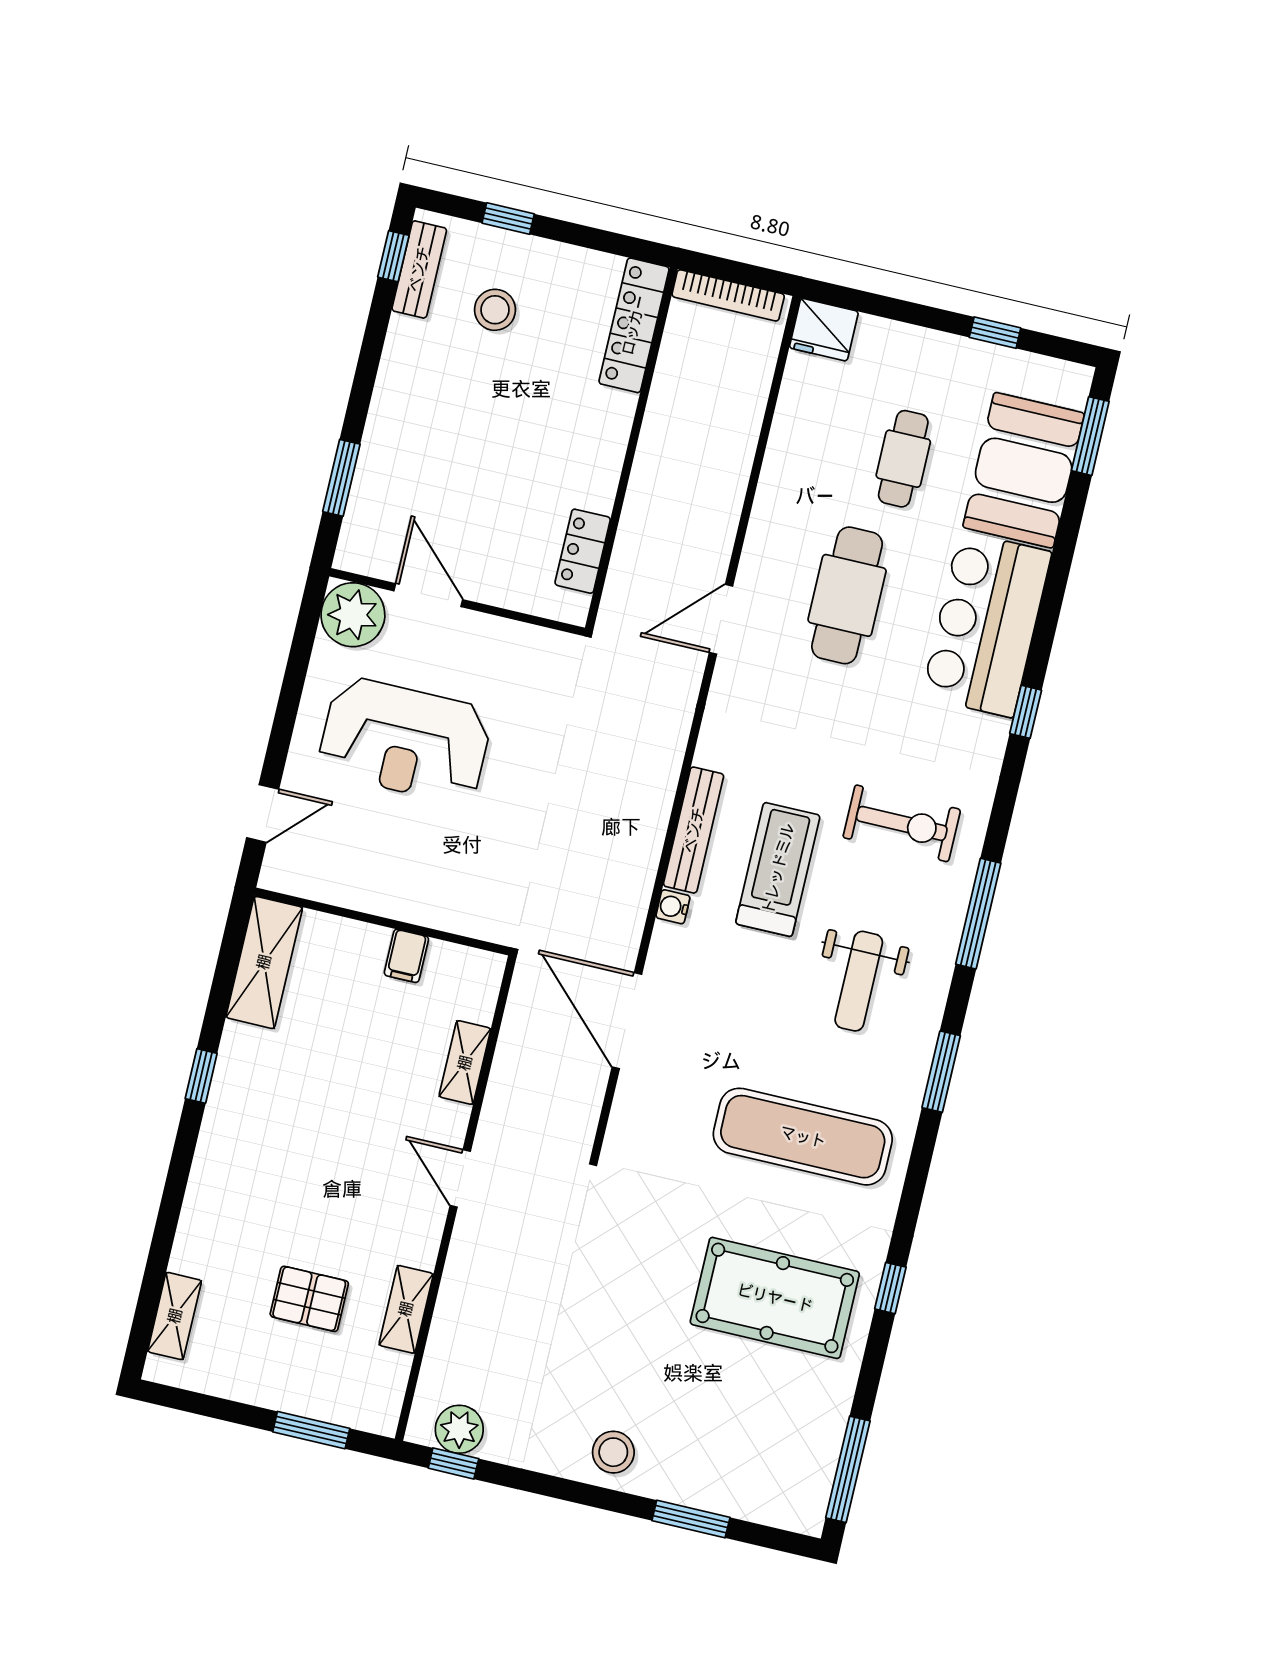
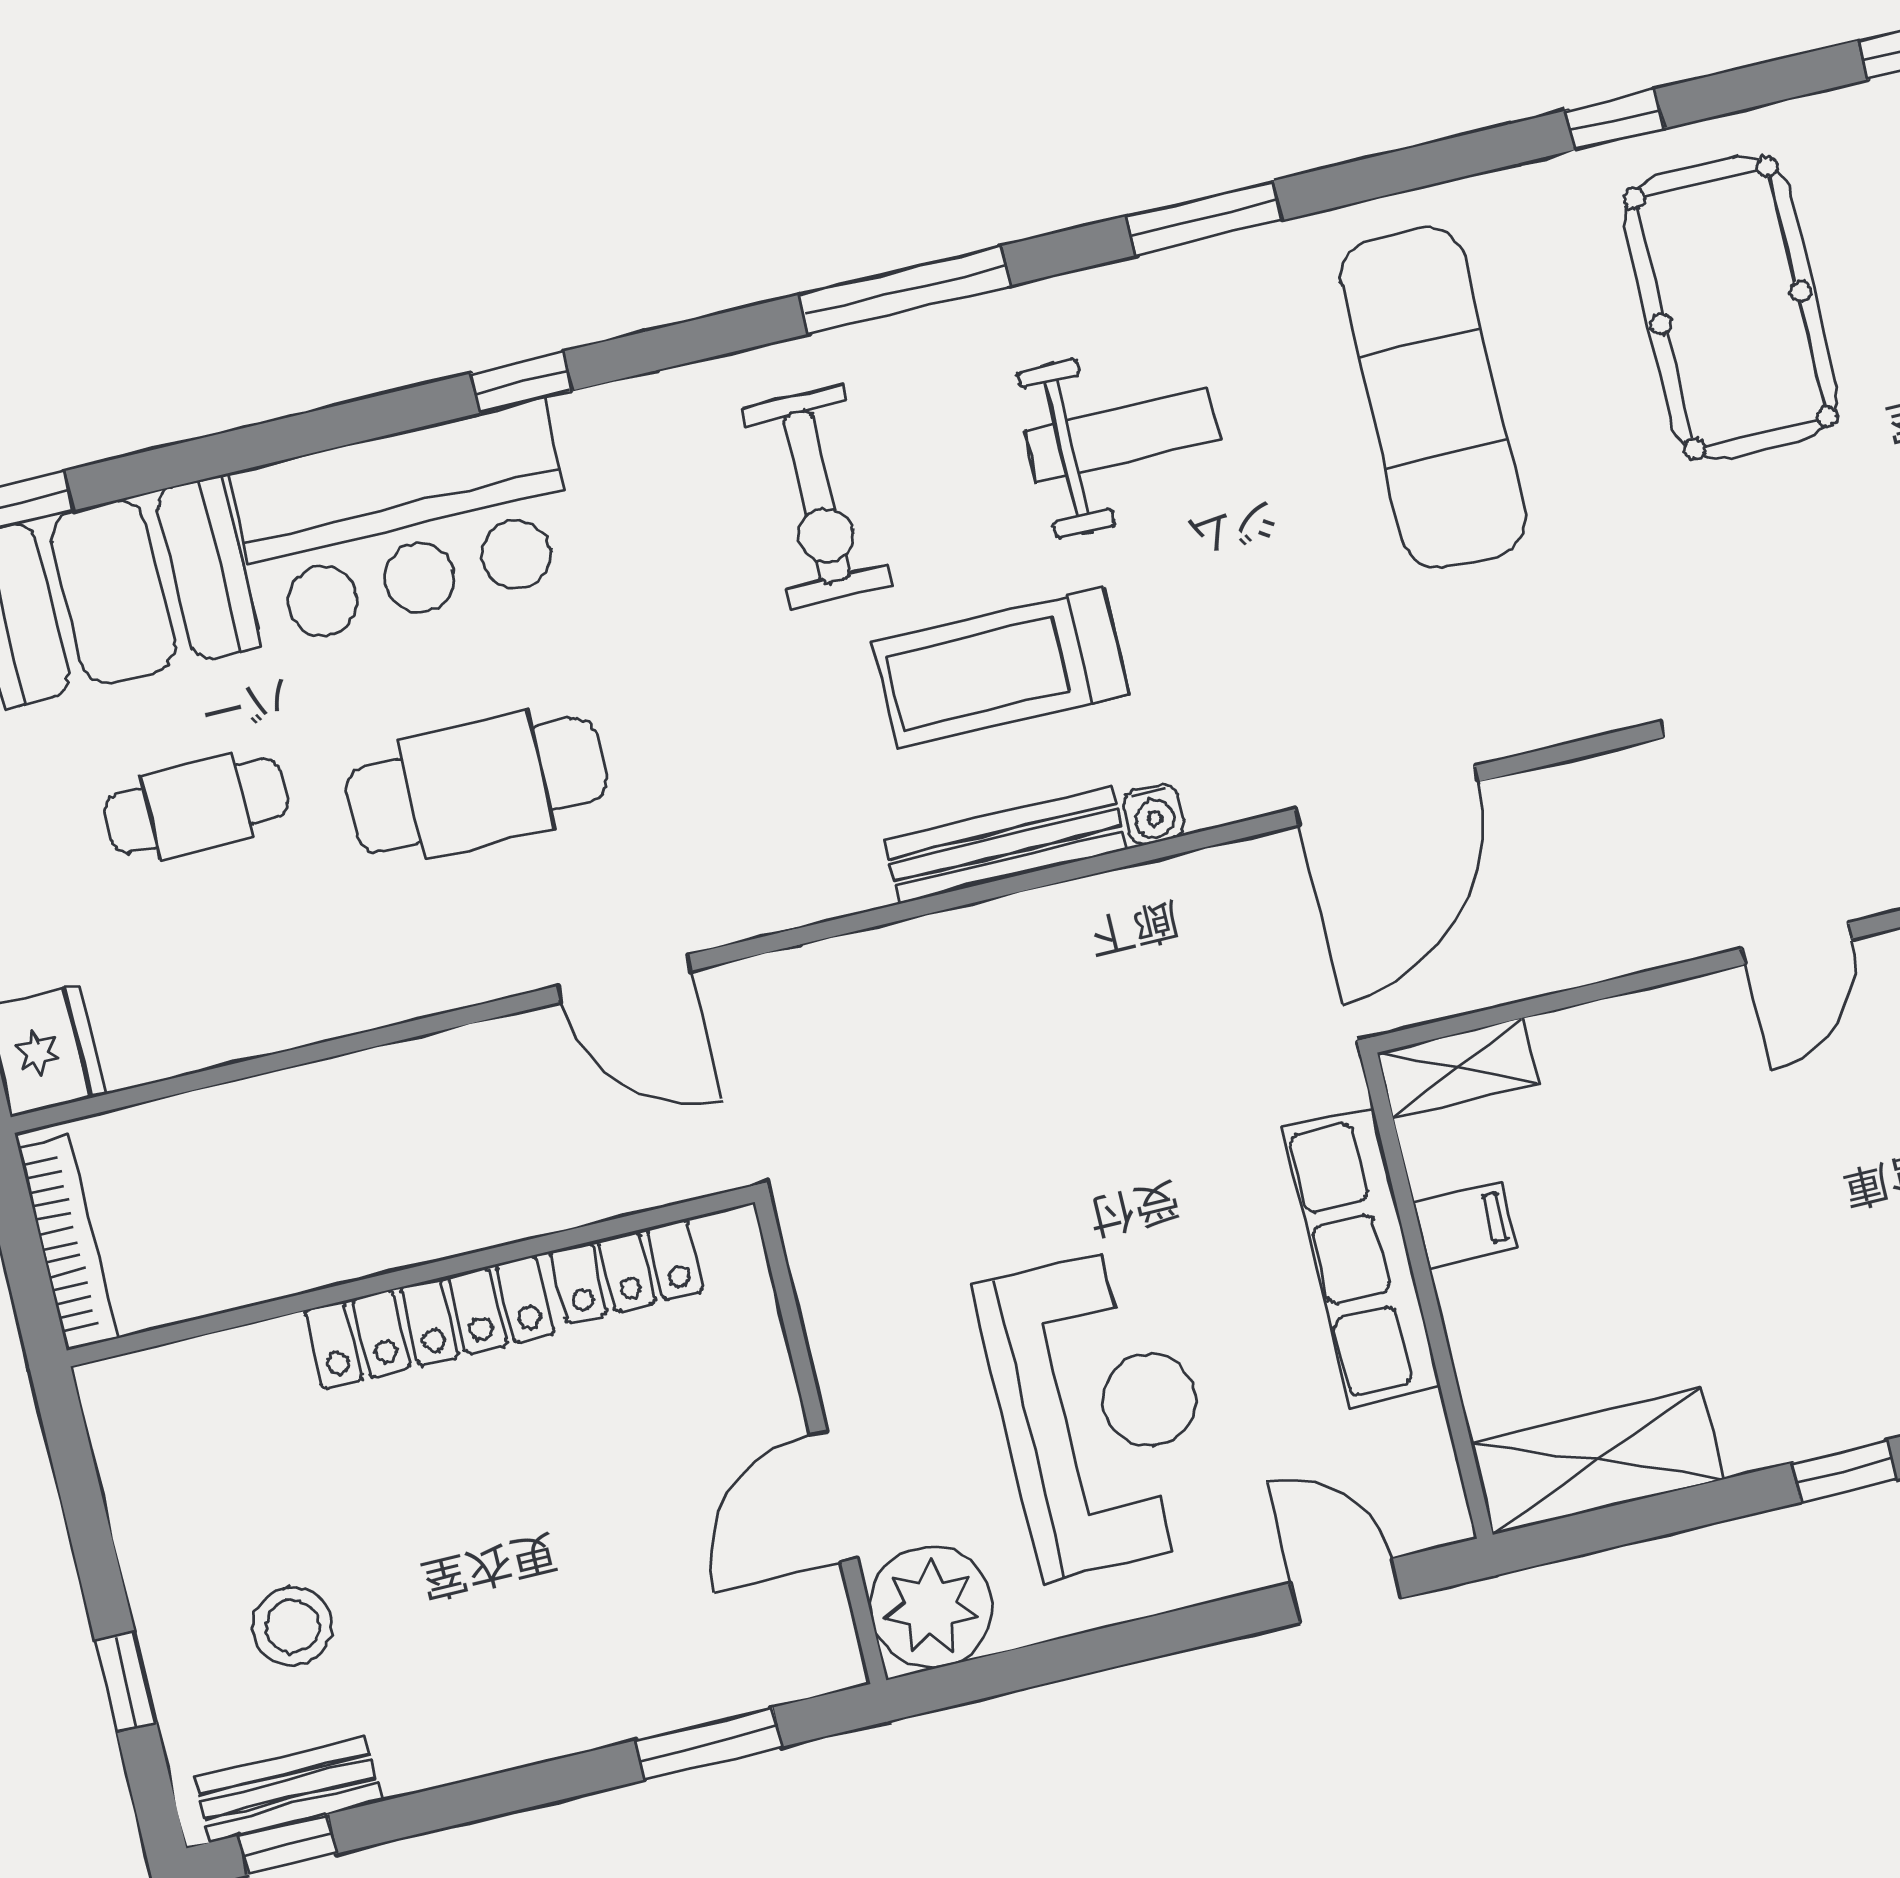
locker: (634, 325) -> (429, 1322), moved
exercise bike: (902, 823) -> (817, 497), turned 180
row of seats: (416, 900) -> (1362, 1257), added
shelving: (465, 1063) -> (1458, 1068), moved

